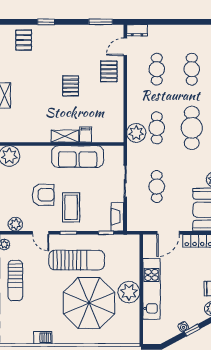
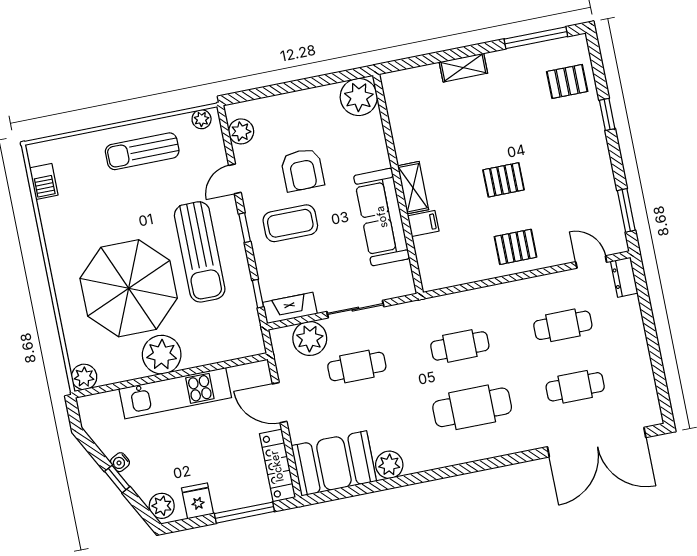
pallet: (109, 71) -> (515, 247), moved
plant: (136, 133) -> (310, 338), moved
plant: (133, 337) -> (84, 377), added
barbecue: (43, 338) -> (44, 182), moved

